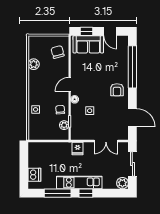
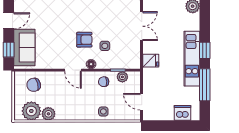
plant: (36, 50) -> (31, 111), added
armchair: (117, 90) -> (84, 40), moved
door: (44, 141) -> (142, 102), added

